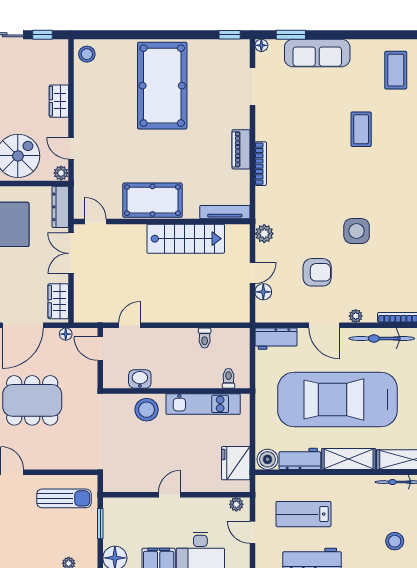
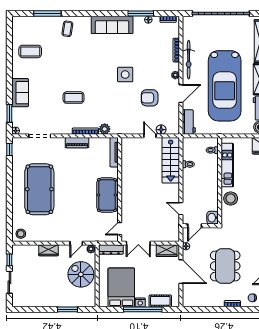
sofa: (317, 53) -> (20, 93), width x0.73
pool table: (162, 86) -> (39, 189), turned 90
coffee table: (361, 129) -> (74, 98), moved
plant: (264, 234) -> (105, 129), moved
stairs: (186, 239) -> (171, 160), moved, turned 180
armchair: (317, 272) -> (150, 98), turned -90
washbasin: (140, 379) -> (212, 218), moved

